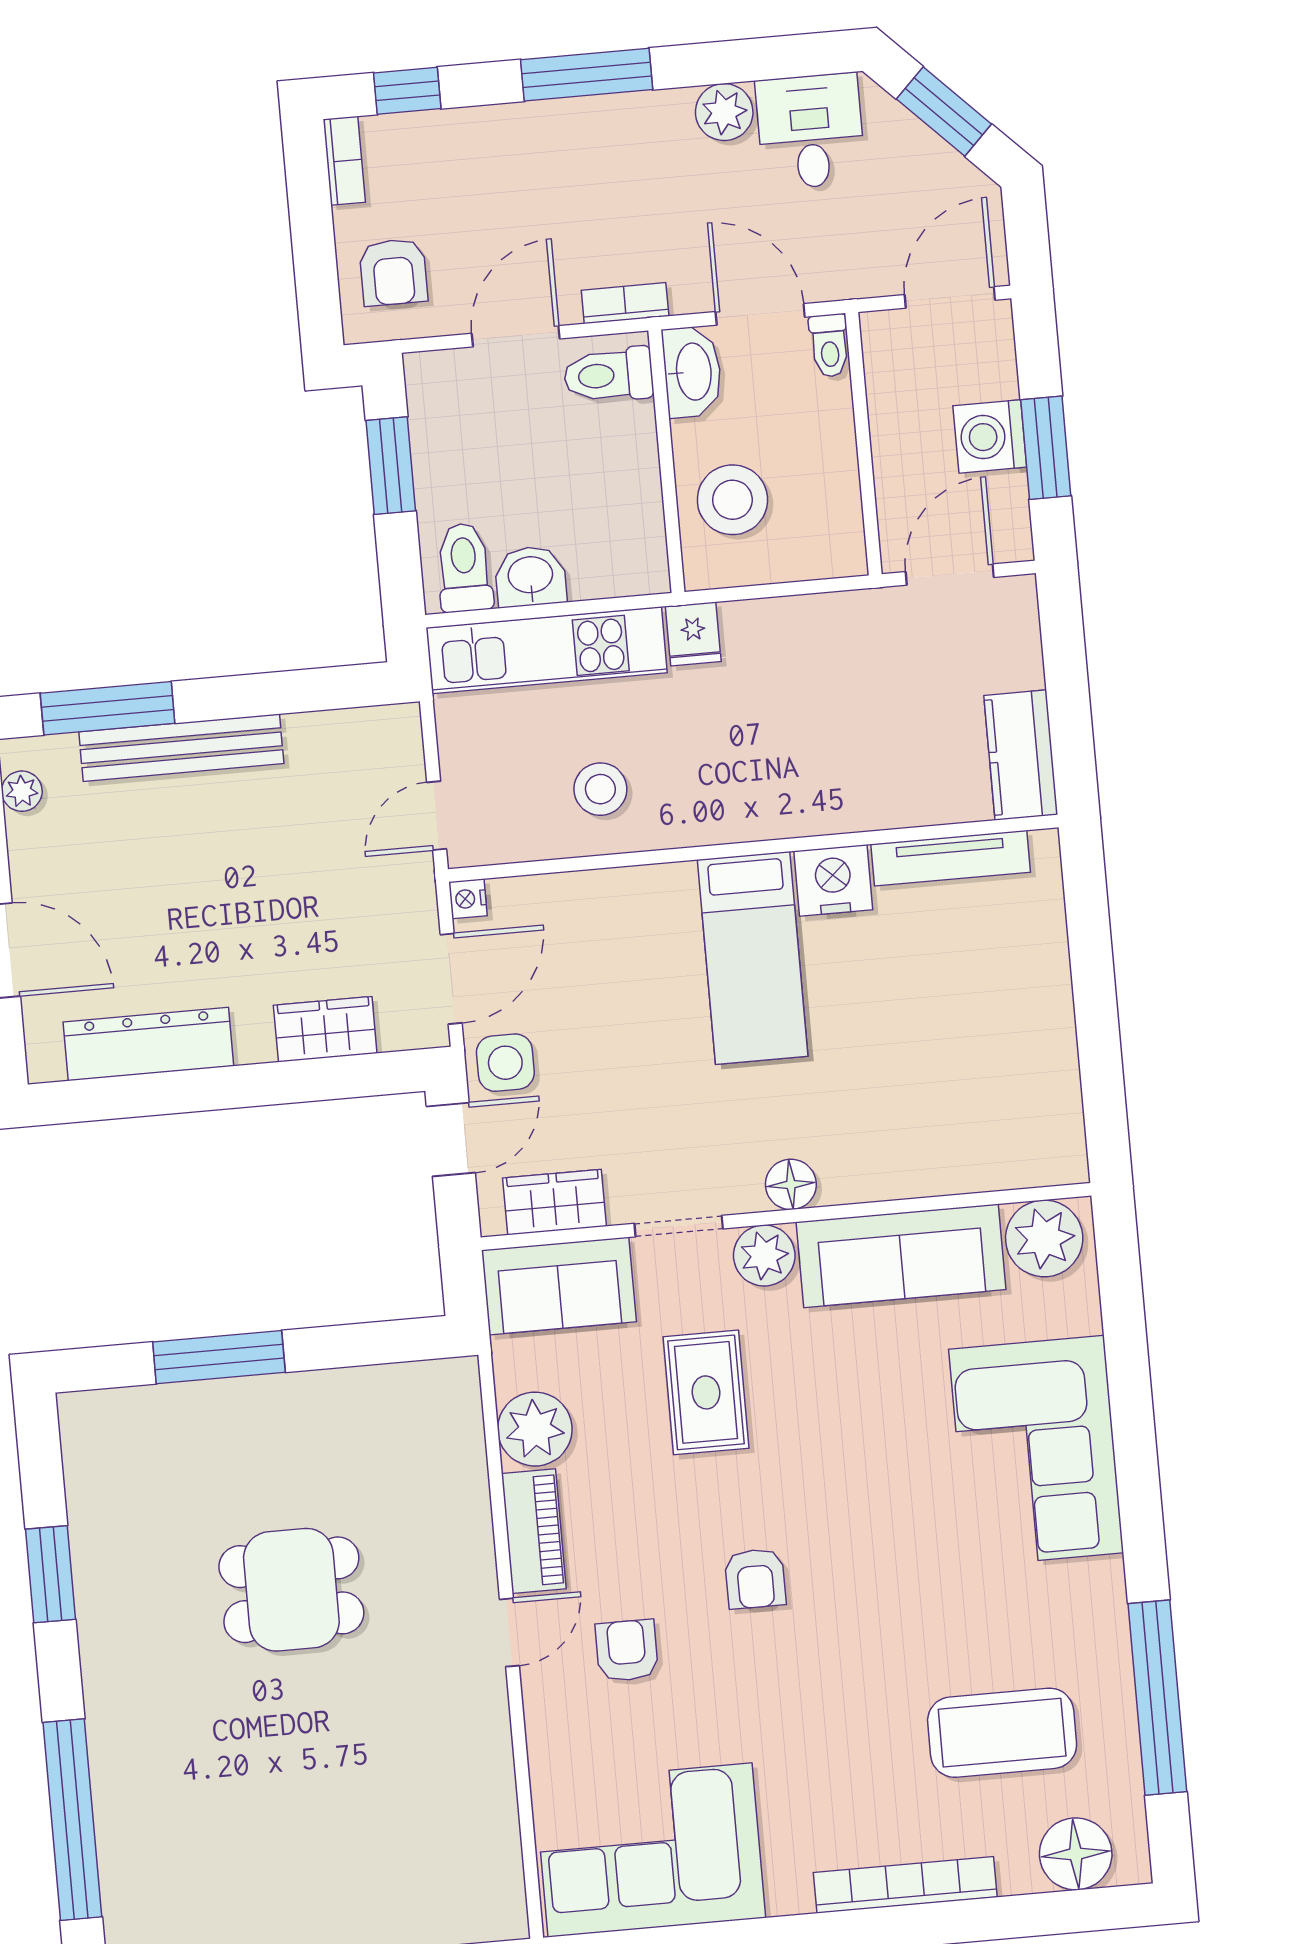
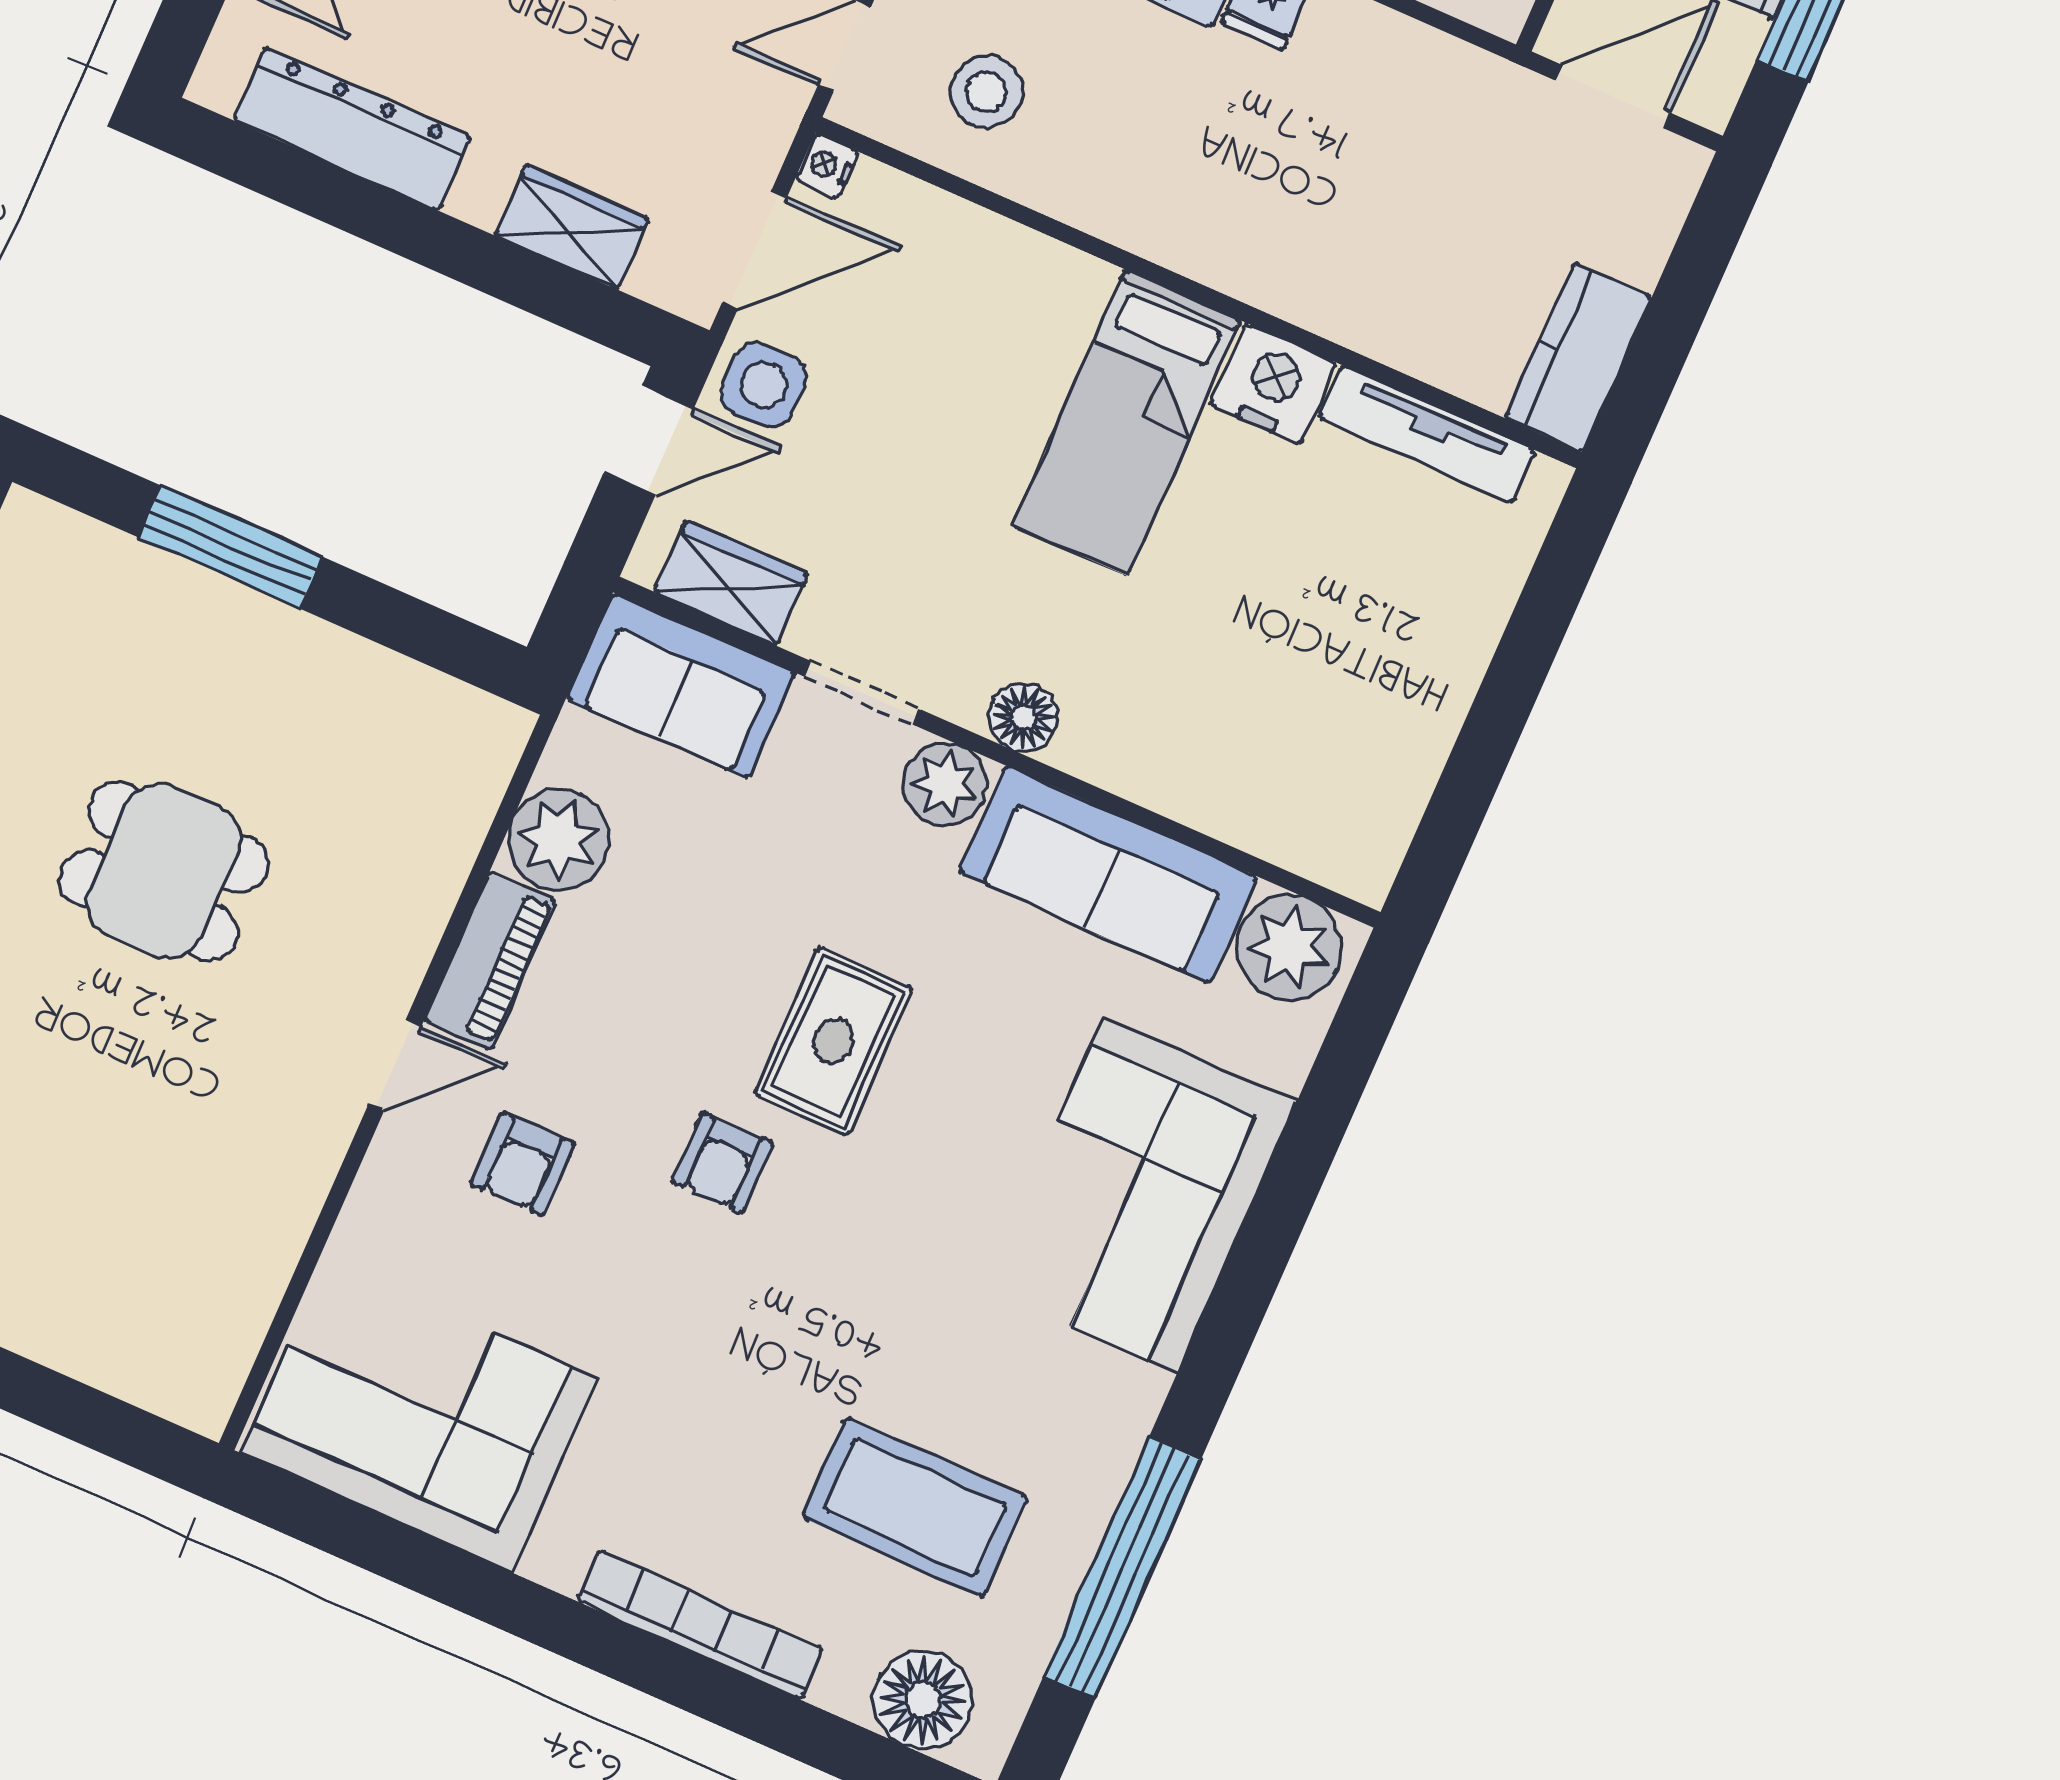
stool: (600, 789) -> (986, 92), moved
rug: (706, 1392) -> (834, 1041), moved
armchair: (627, 1651) -> (522, 1164), turned 180

